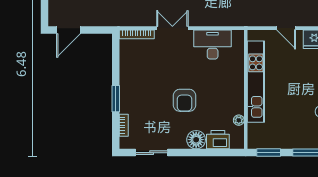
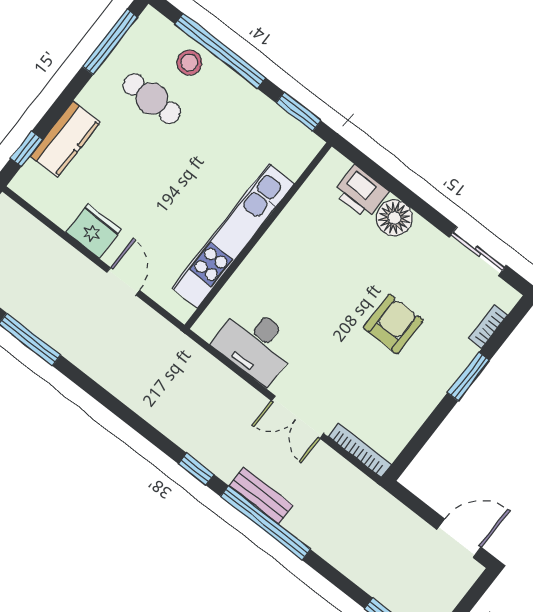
armchair: (184, 100) -> (393, 324), moved
plant: (239, 120) -> (306, 197), removed

